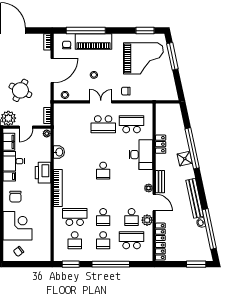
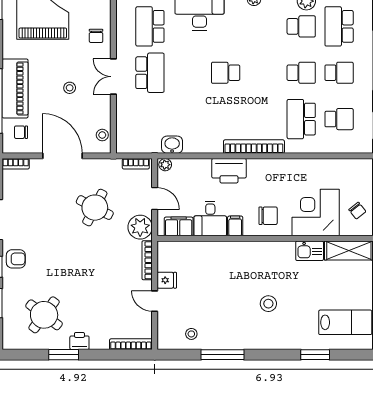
washbasin: (59, 152) -> (172, 145), moved
school desk: (103, 171) -> (226, 73), turned 180

